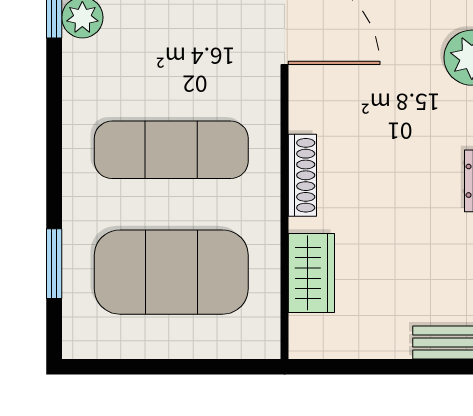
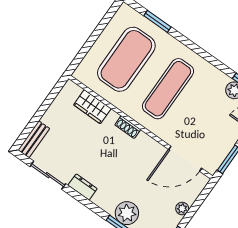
shoe rack: (302, 175) -> (128, 127), width x0.70

